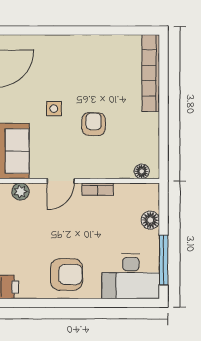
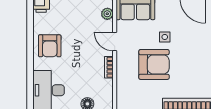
armchair: (94, 124) -> (154, 64), width x1.88, depth x1.88
floor lamp: (142, 171) -> (121, 98), removed

